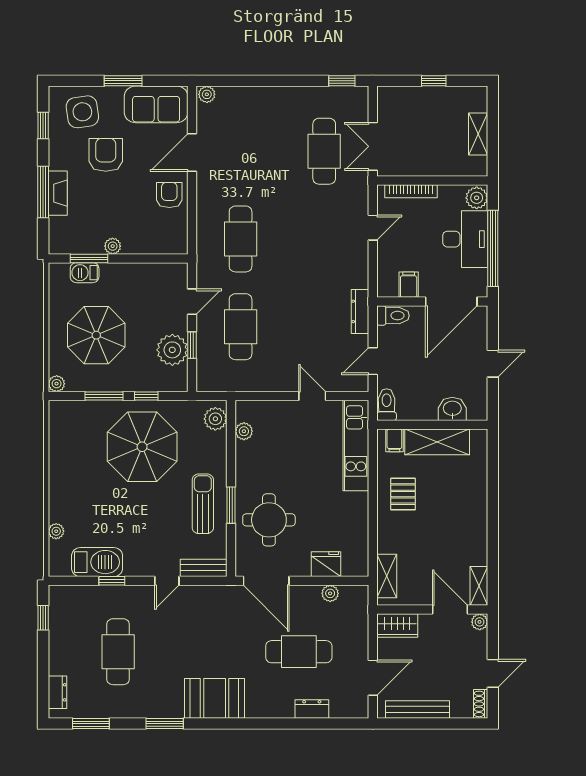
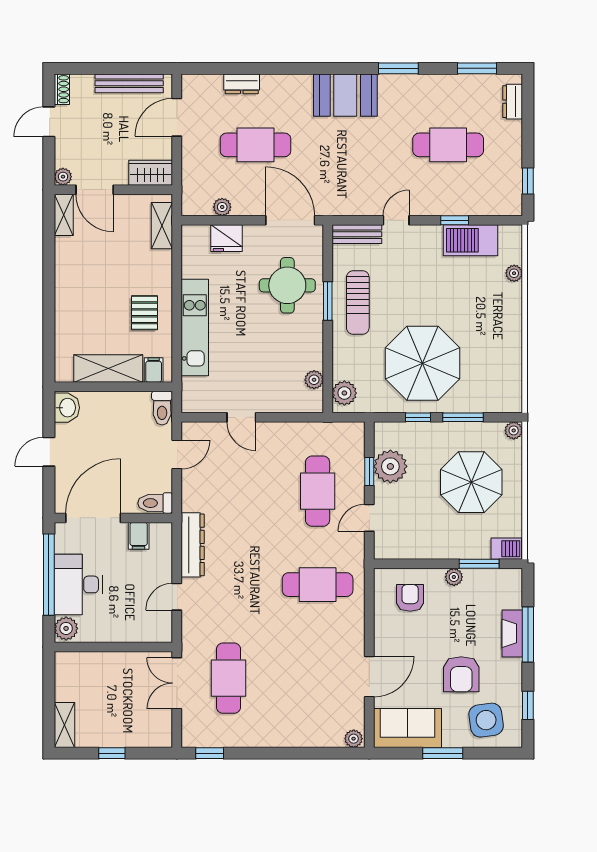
shelving: (478, 134) -> (64, 725), moved
double door: (373, 146) -> (177, 683), swing flipped
bookcase: (411, 191) -> (136, 635), removed
armchair: (169, 195) -> (410, 598), moved, turned 180
cafe table: (241, 239) -> (318, 585), turned 90
barbecue: (85, 273) -> (506, 549), moved
dresser: (360, 311) -> (193, 545), moved, width x1.37, depth x1.24
washbasin: (452, 409) -> (67, 408), moved, turned -90
kitchen unit: (356, 445) -> (195, 327), moved
cafe table: (118, 652) -> (448, 145), turned 90

